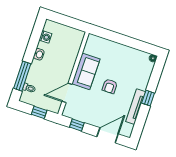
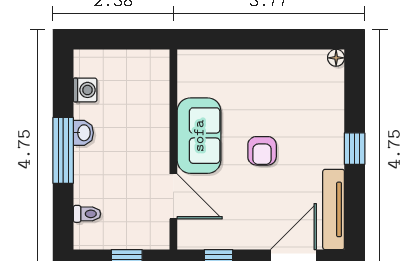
window: (22, 76) -> (63, 150), moved
door: (67, 93) -> (173, 196), swing flipped
tv unit: (136, 107) -> (334, 209), moved

